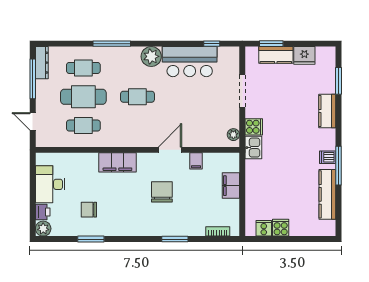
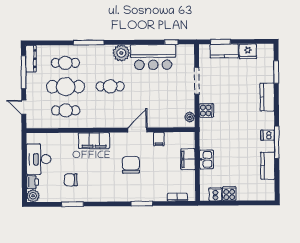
kitchen sink: (253, 148) -> (206, 159), moved
kitchen counter: (327, 194) -> (268, 166), width x0.67

